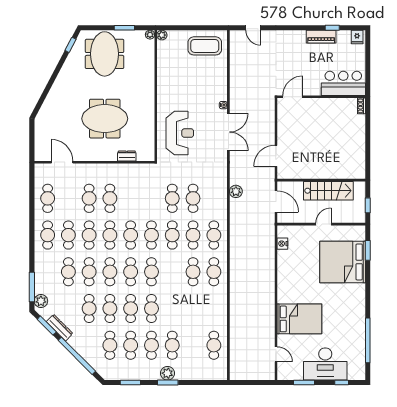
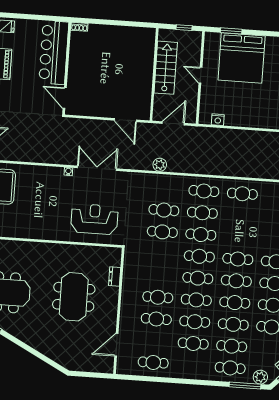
bar counter: (343, 83) -> (54, 53), width x1.36
cafe table: (48, 235) -> (230, 368), moved
cafe table: (193, 272) -> (241, 215), removed

